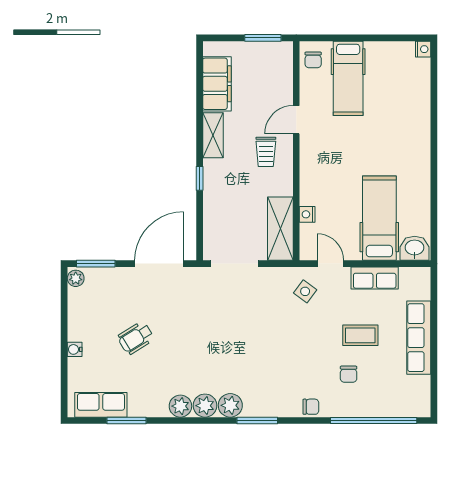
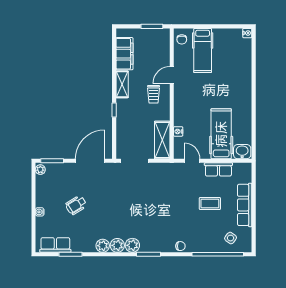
side table: (305, 291) -> (231, 238), moved
chair: (349, 374) -> (203, 227), removed

